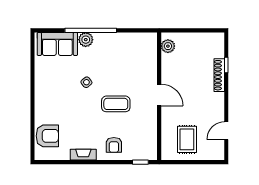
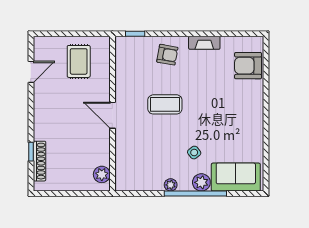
plant: (111, 38) -> (171, 185), added
shoe rack: (219, 75) -> (40, 161), moved
side table: (86, 82) -> (194, 153), moved
armchair: (114, 145) -> (167, 55), turned 100

